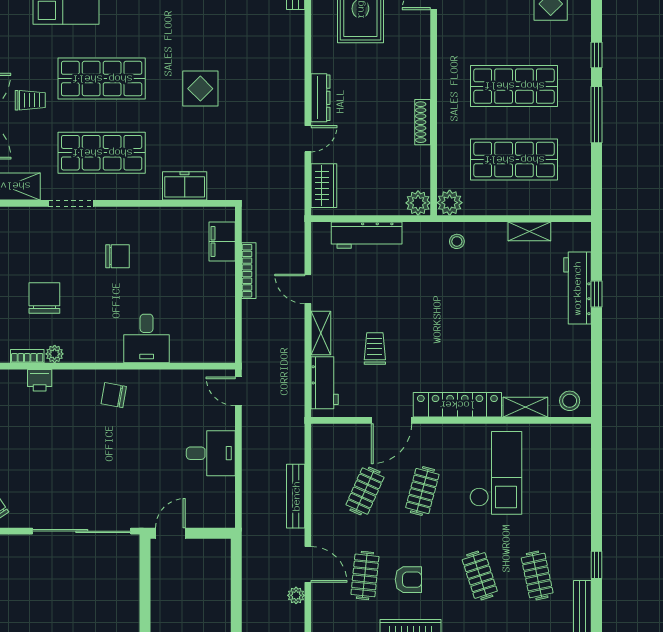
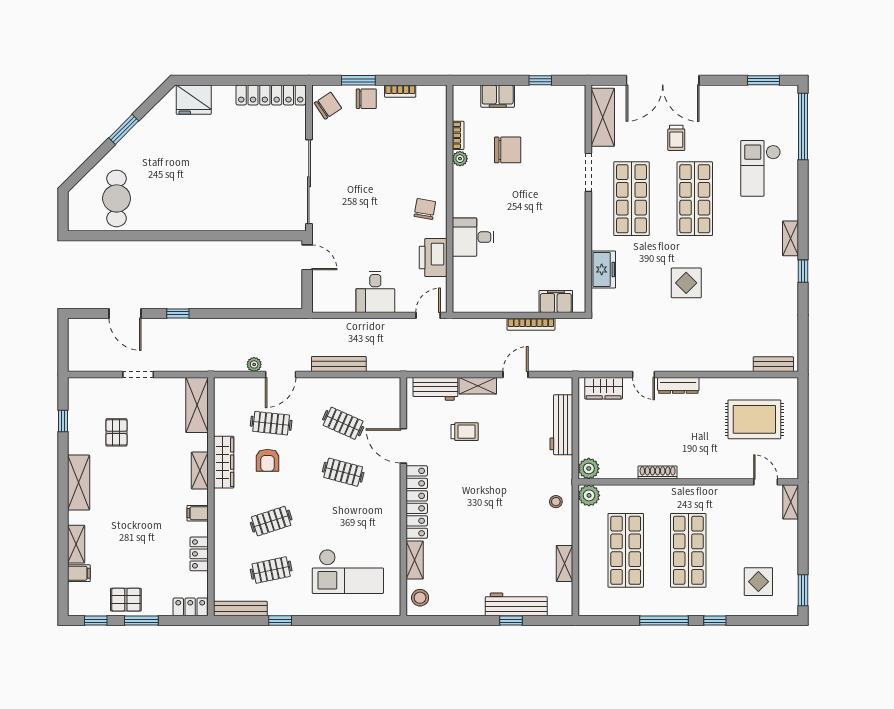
chair: (117, 256) -> (543, 212), removed
printer: (40, 380) -> (433, 258), moved, width x1.87, depth x1.48
checkout: (496, 473) -> (348, 571), moved

